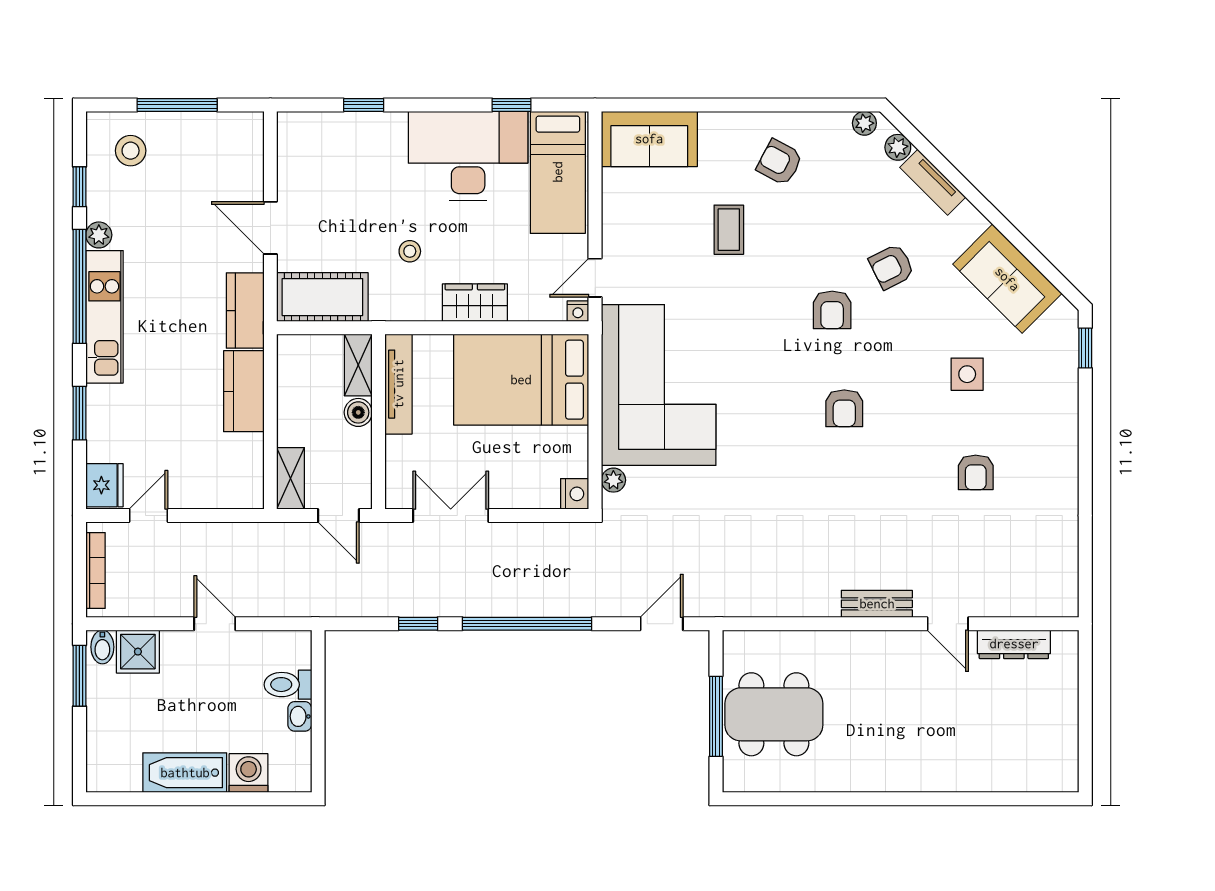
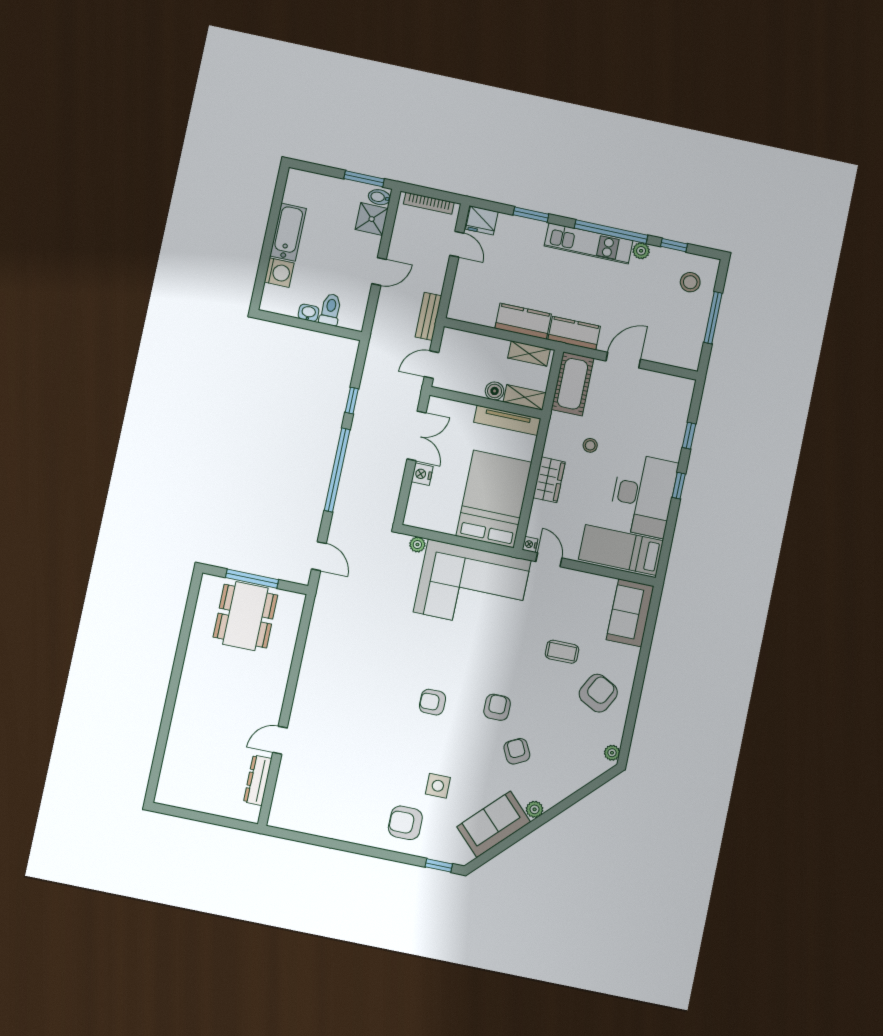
window: (511, 105) -> (679, 486), moved
plant: (898, 147) -> (535, 809), moved
armchair: (780, 162) -> (598, 693), width x1.38, depth x1.38
tv unit: (933, 182) -> (565, 789), removed
armchair: (832, 310) -> (497, 707), turned 90
armchair: (976, 472) -> (405, 823), moved, width x1.38, depth x1.38
shelving: (291, 478) -> (529, 353), moved
nightstand: (575, 494) -> (422, 474), moved, turned 90
bench: (877, 604) -> (428, 316), moved

